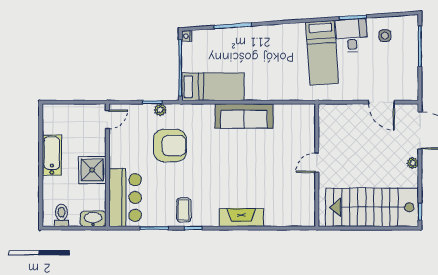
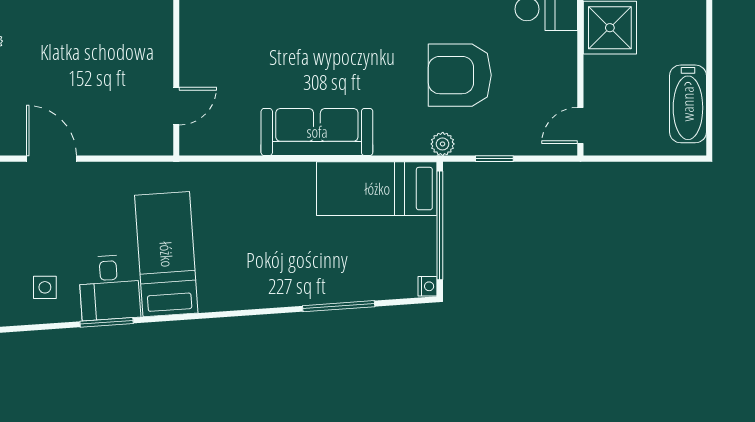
plant: (160, 110) -> (443, 144), moved
bathtub: (52, 155) -> (688, 104), moved
door: (317, 163) -> (176, 106), moved

